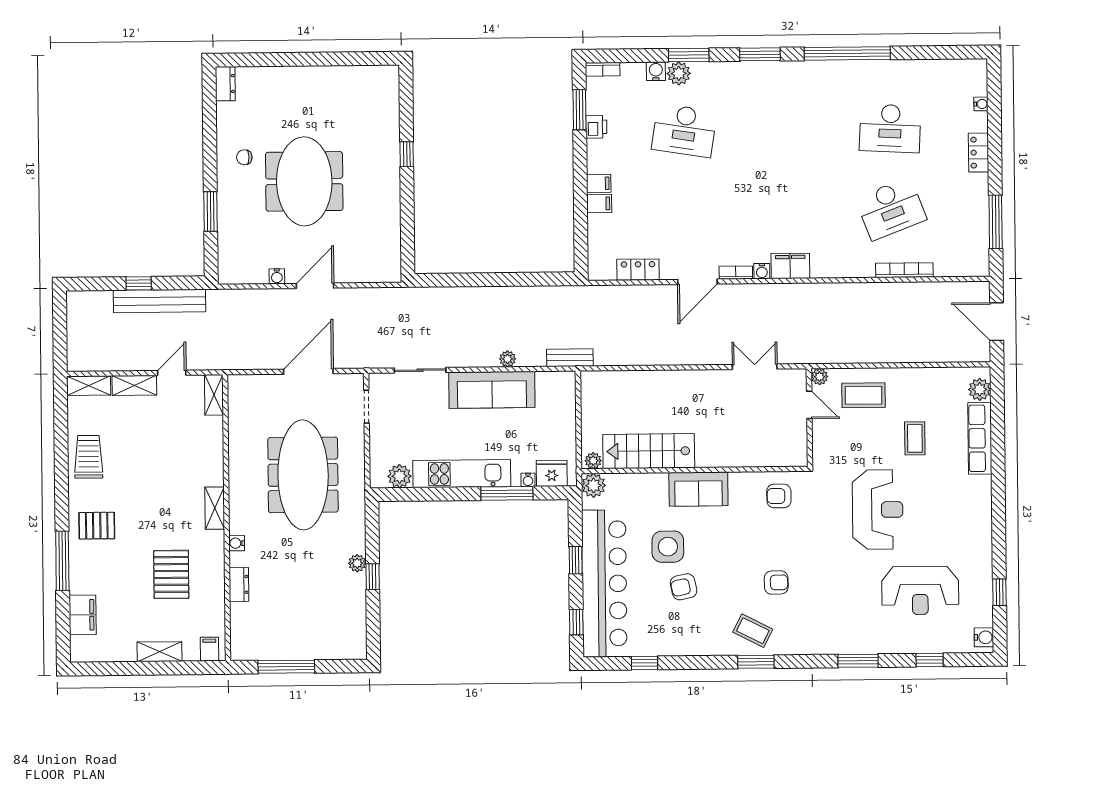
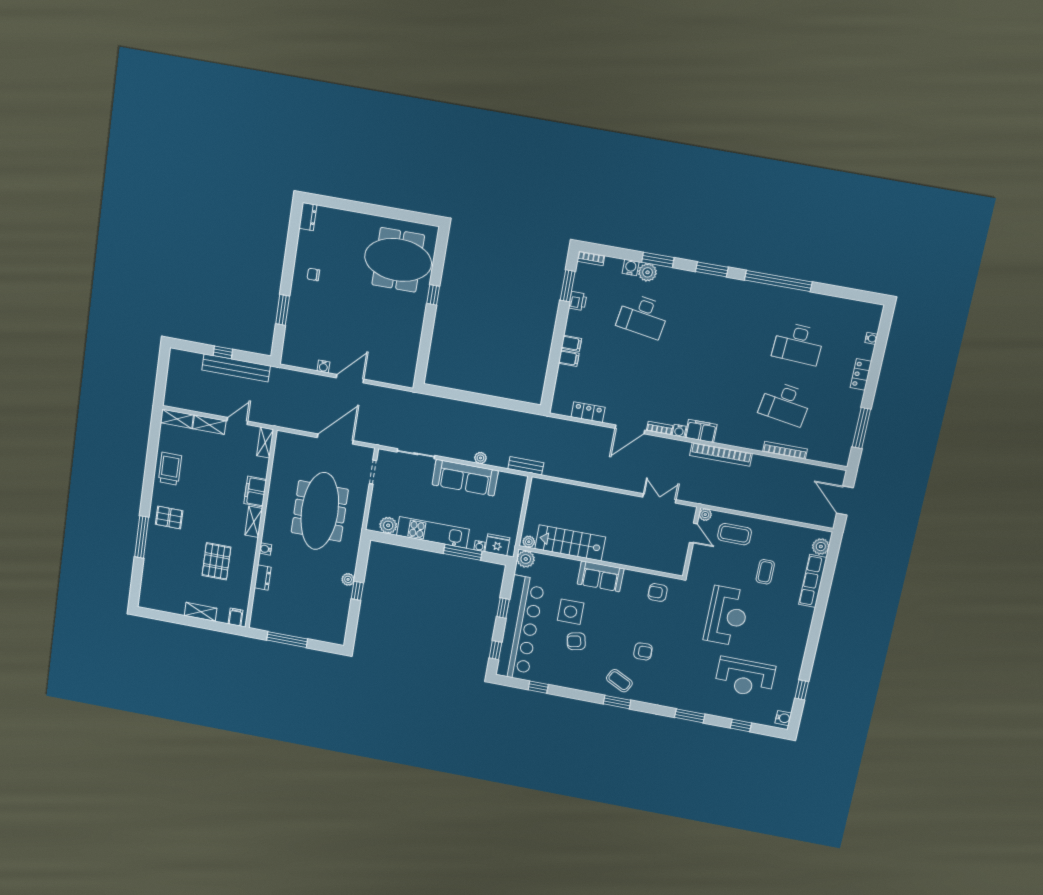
meeting table: (304, 181) -> (398, 260), moved, turned 90
desk: (891, 209) -> (785, 403), turned 30
bookcase: (823, 292) -> (721, 454), added
filing cabinet: (83, 615) -> (255, 492), moved, turned 180

